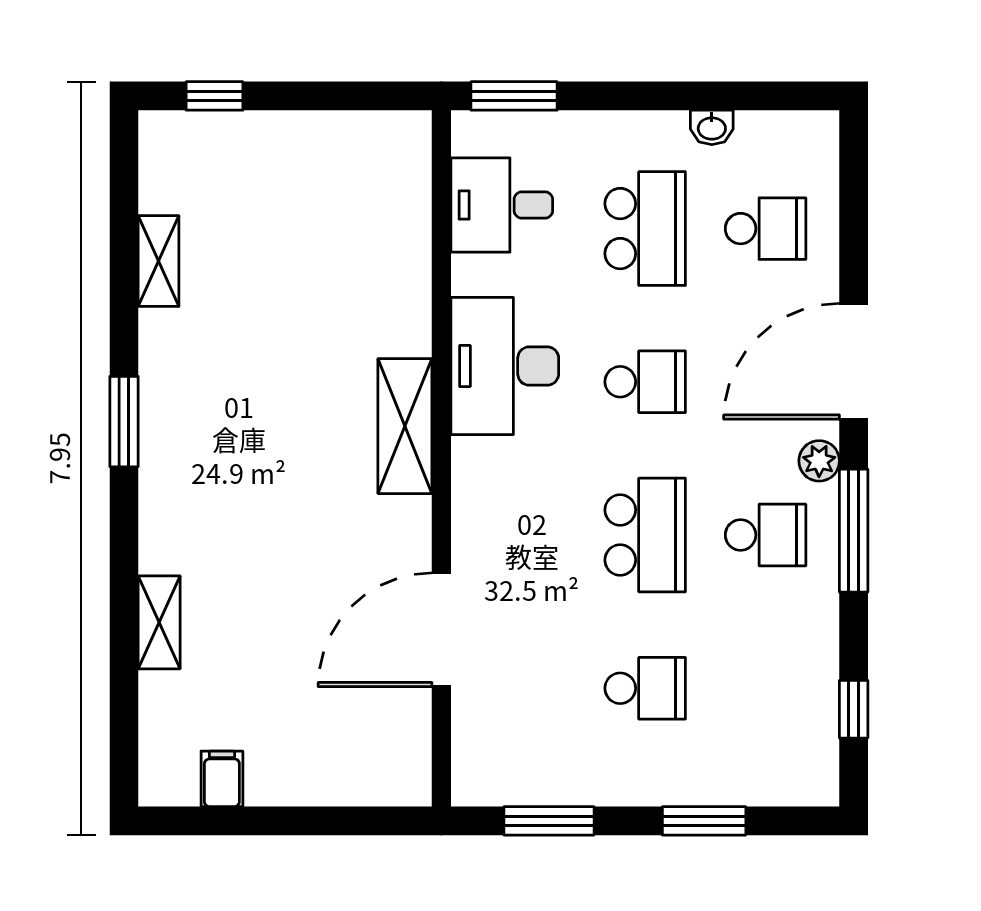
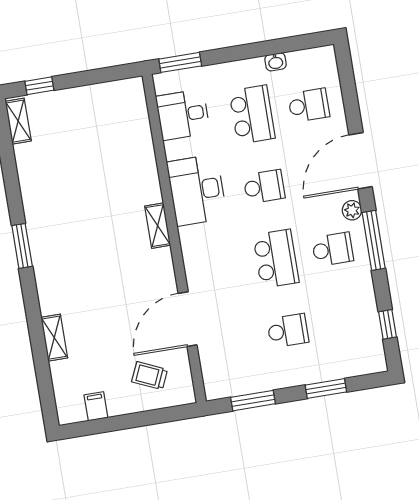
shelving: (159, 261) -> (18, 121), moved
shelving: (405, 426) -> (158, 226), width x0.67, depth x0.75
trolley: (343, 734) -> (150, 376), added

